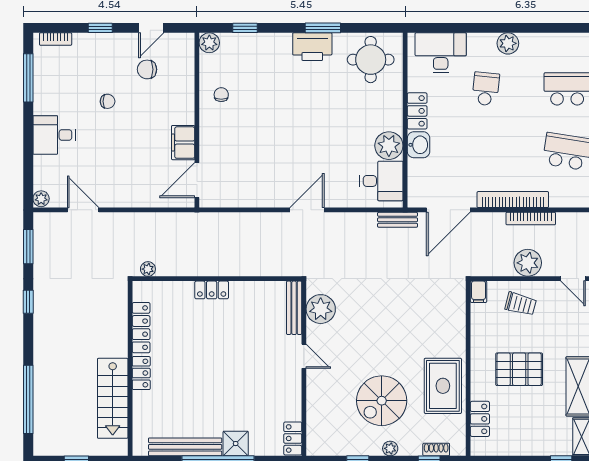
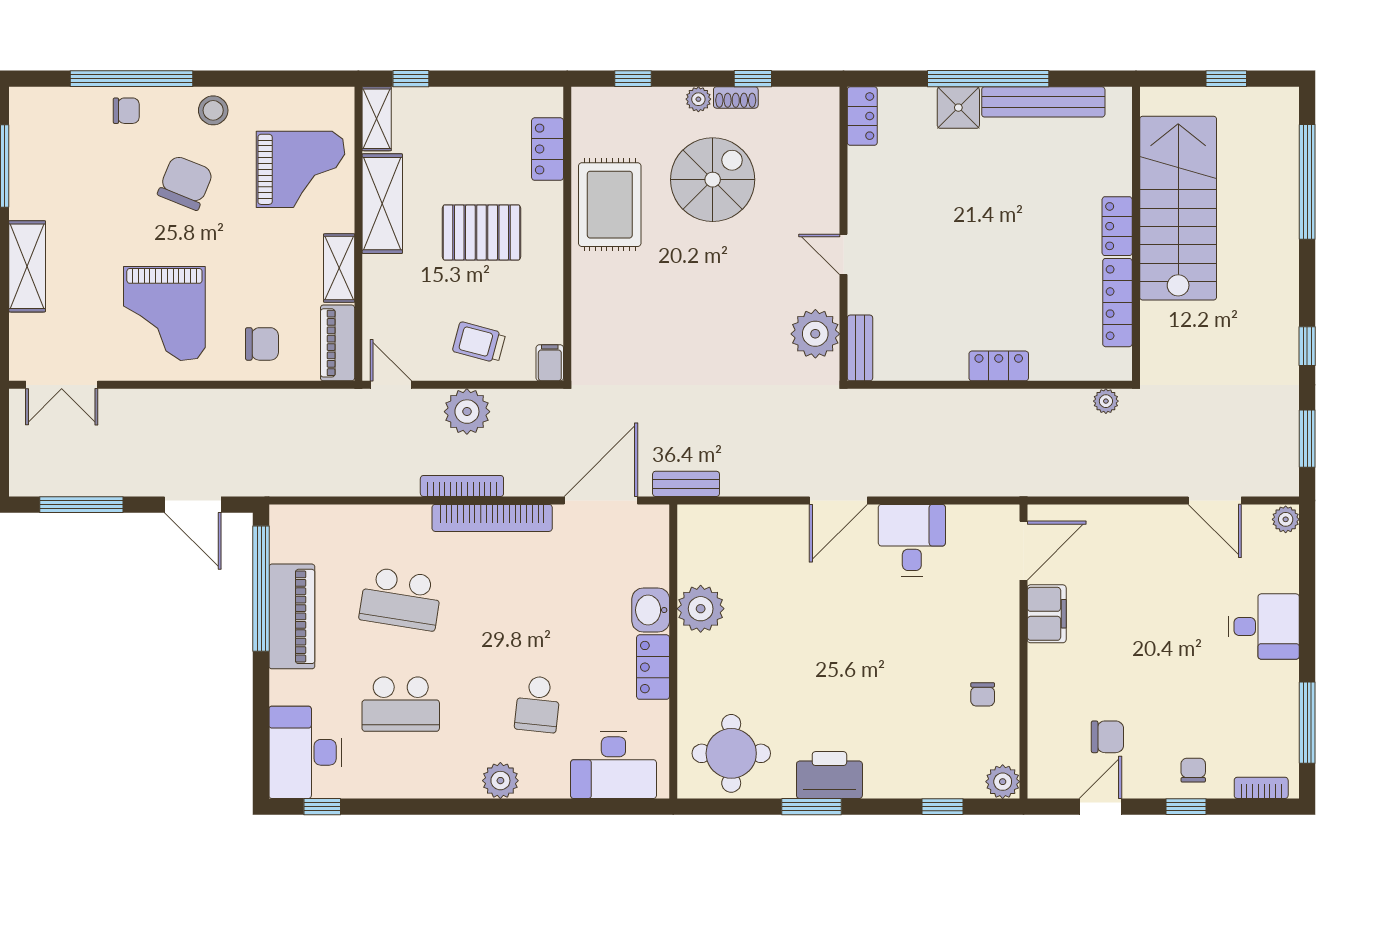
chair: (108, 101) -> (1193, 770), moved, turned 90
desk: (381, 181) -> (912, 540), moved, turned 90
bench: (294, 308) -> (860, 348), width x0.73
stairs: (113, 398) -> (1178, 208), width x1.36, depth x1.51
shoe rack: (436, 450) -> (736, 97), moved

